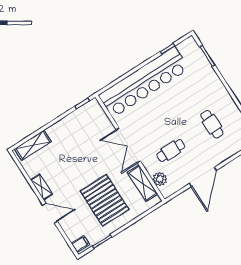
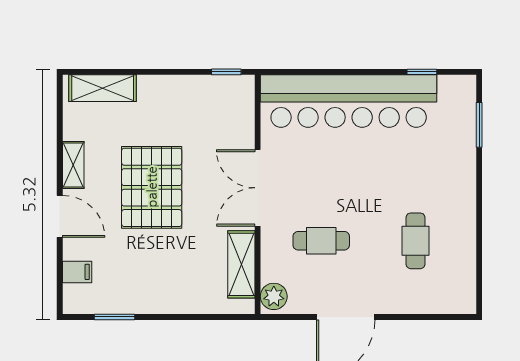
plant: (160, 179) -> (274, 296), moved
pallet: (105, 200) -> (152, 187), moved
filing cabinet: (80, 244) -> (77, 272), moved

